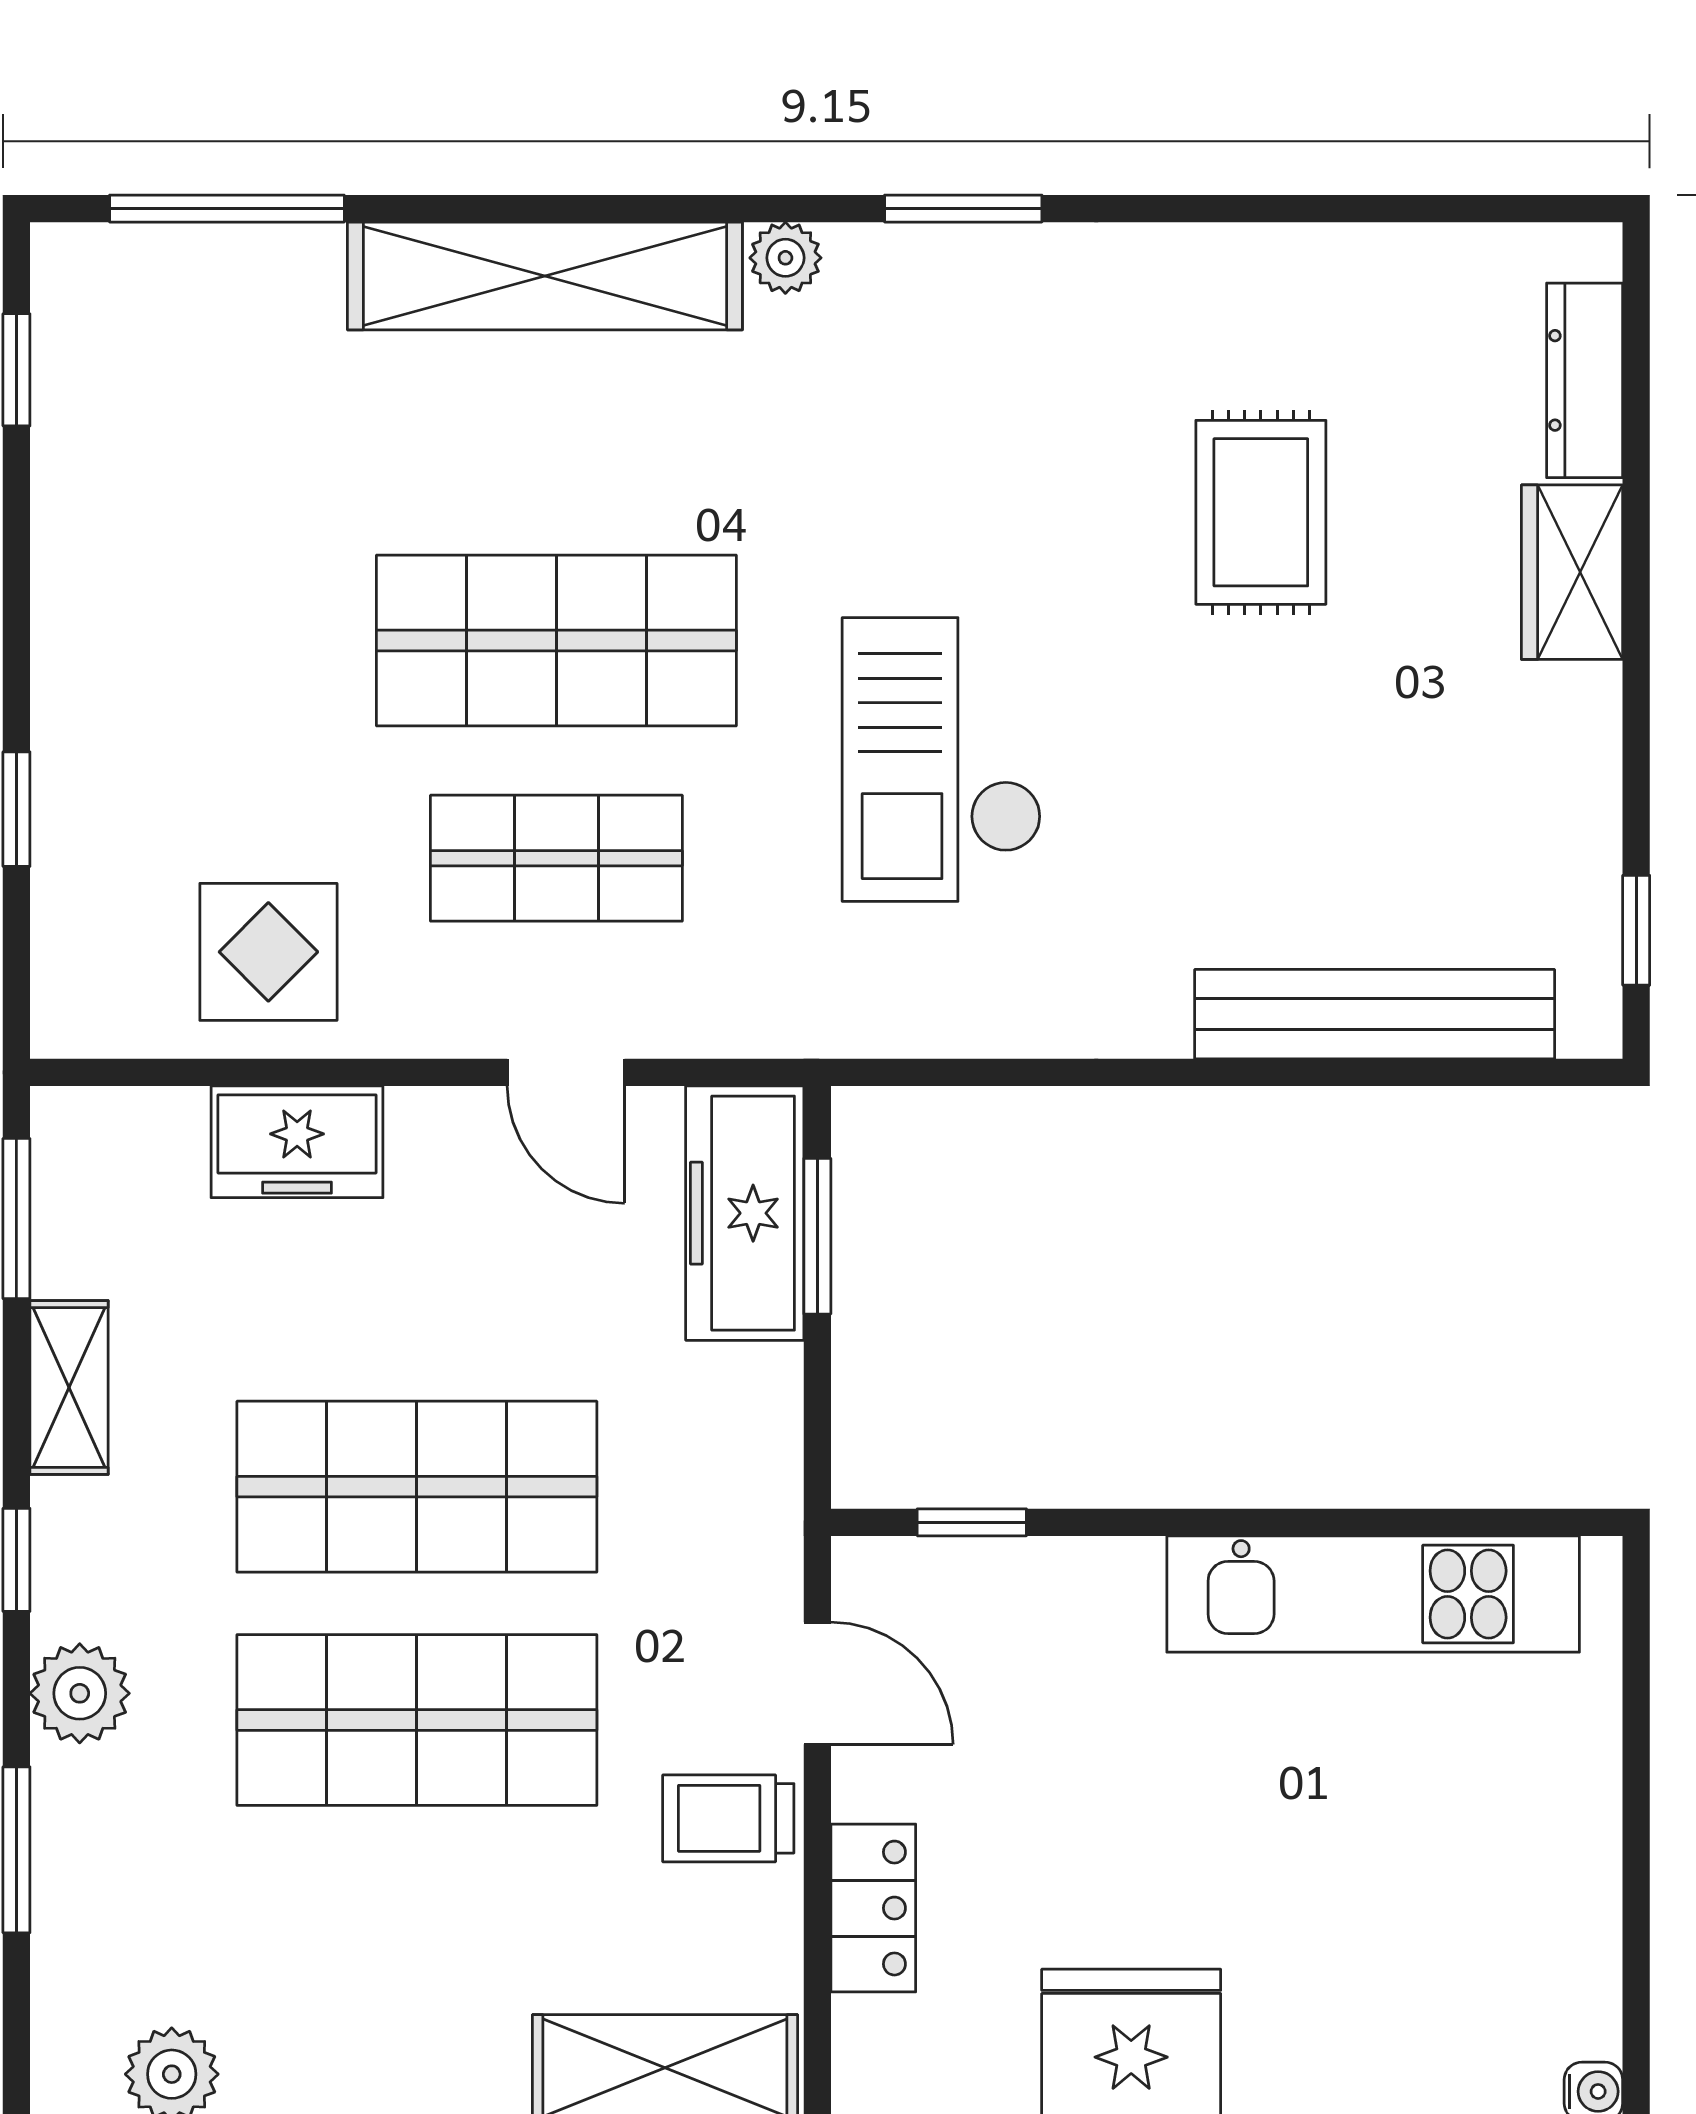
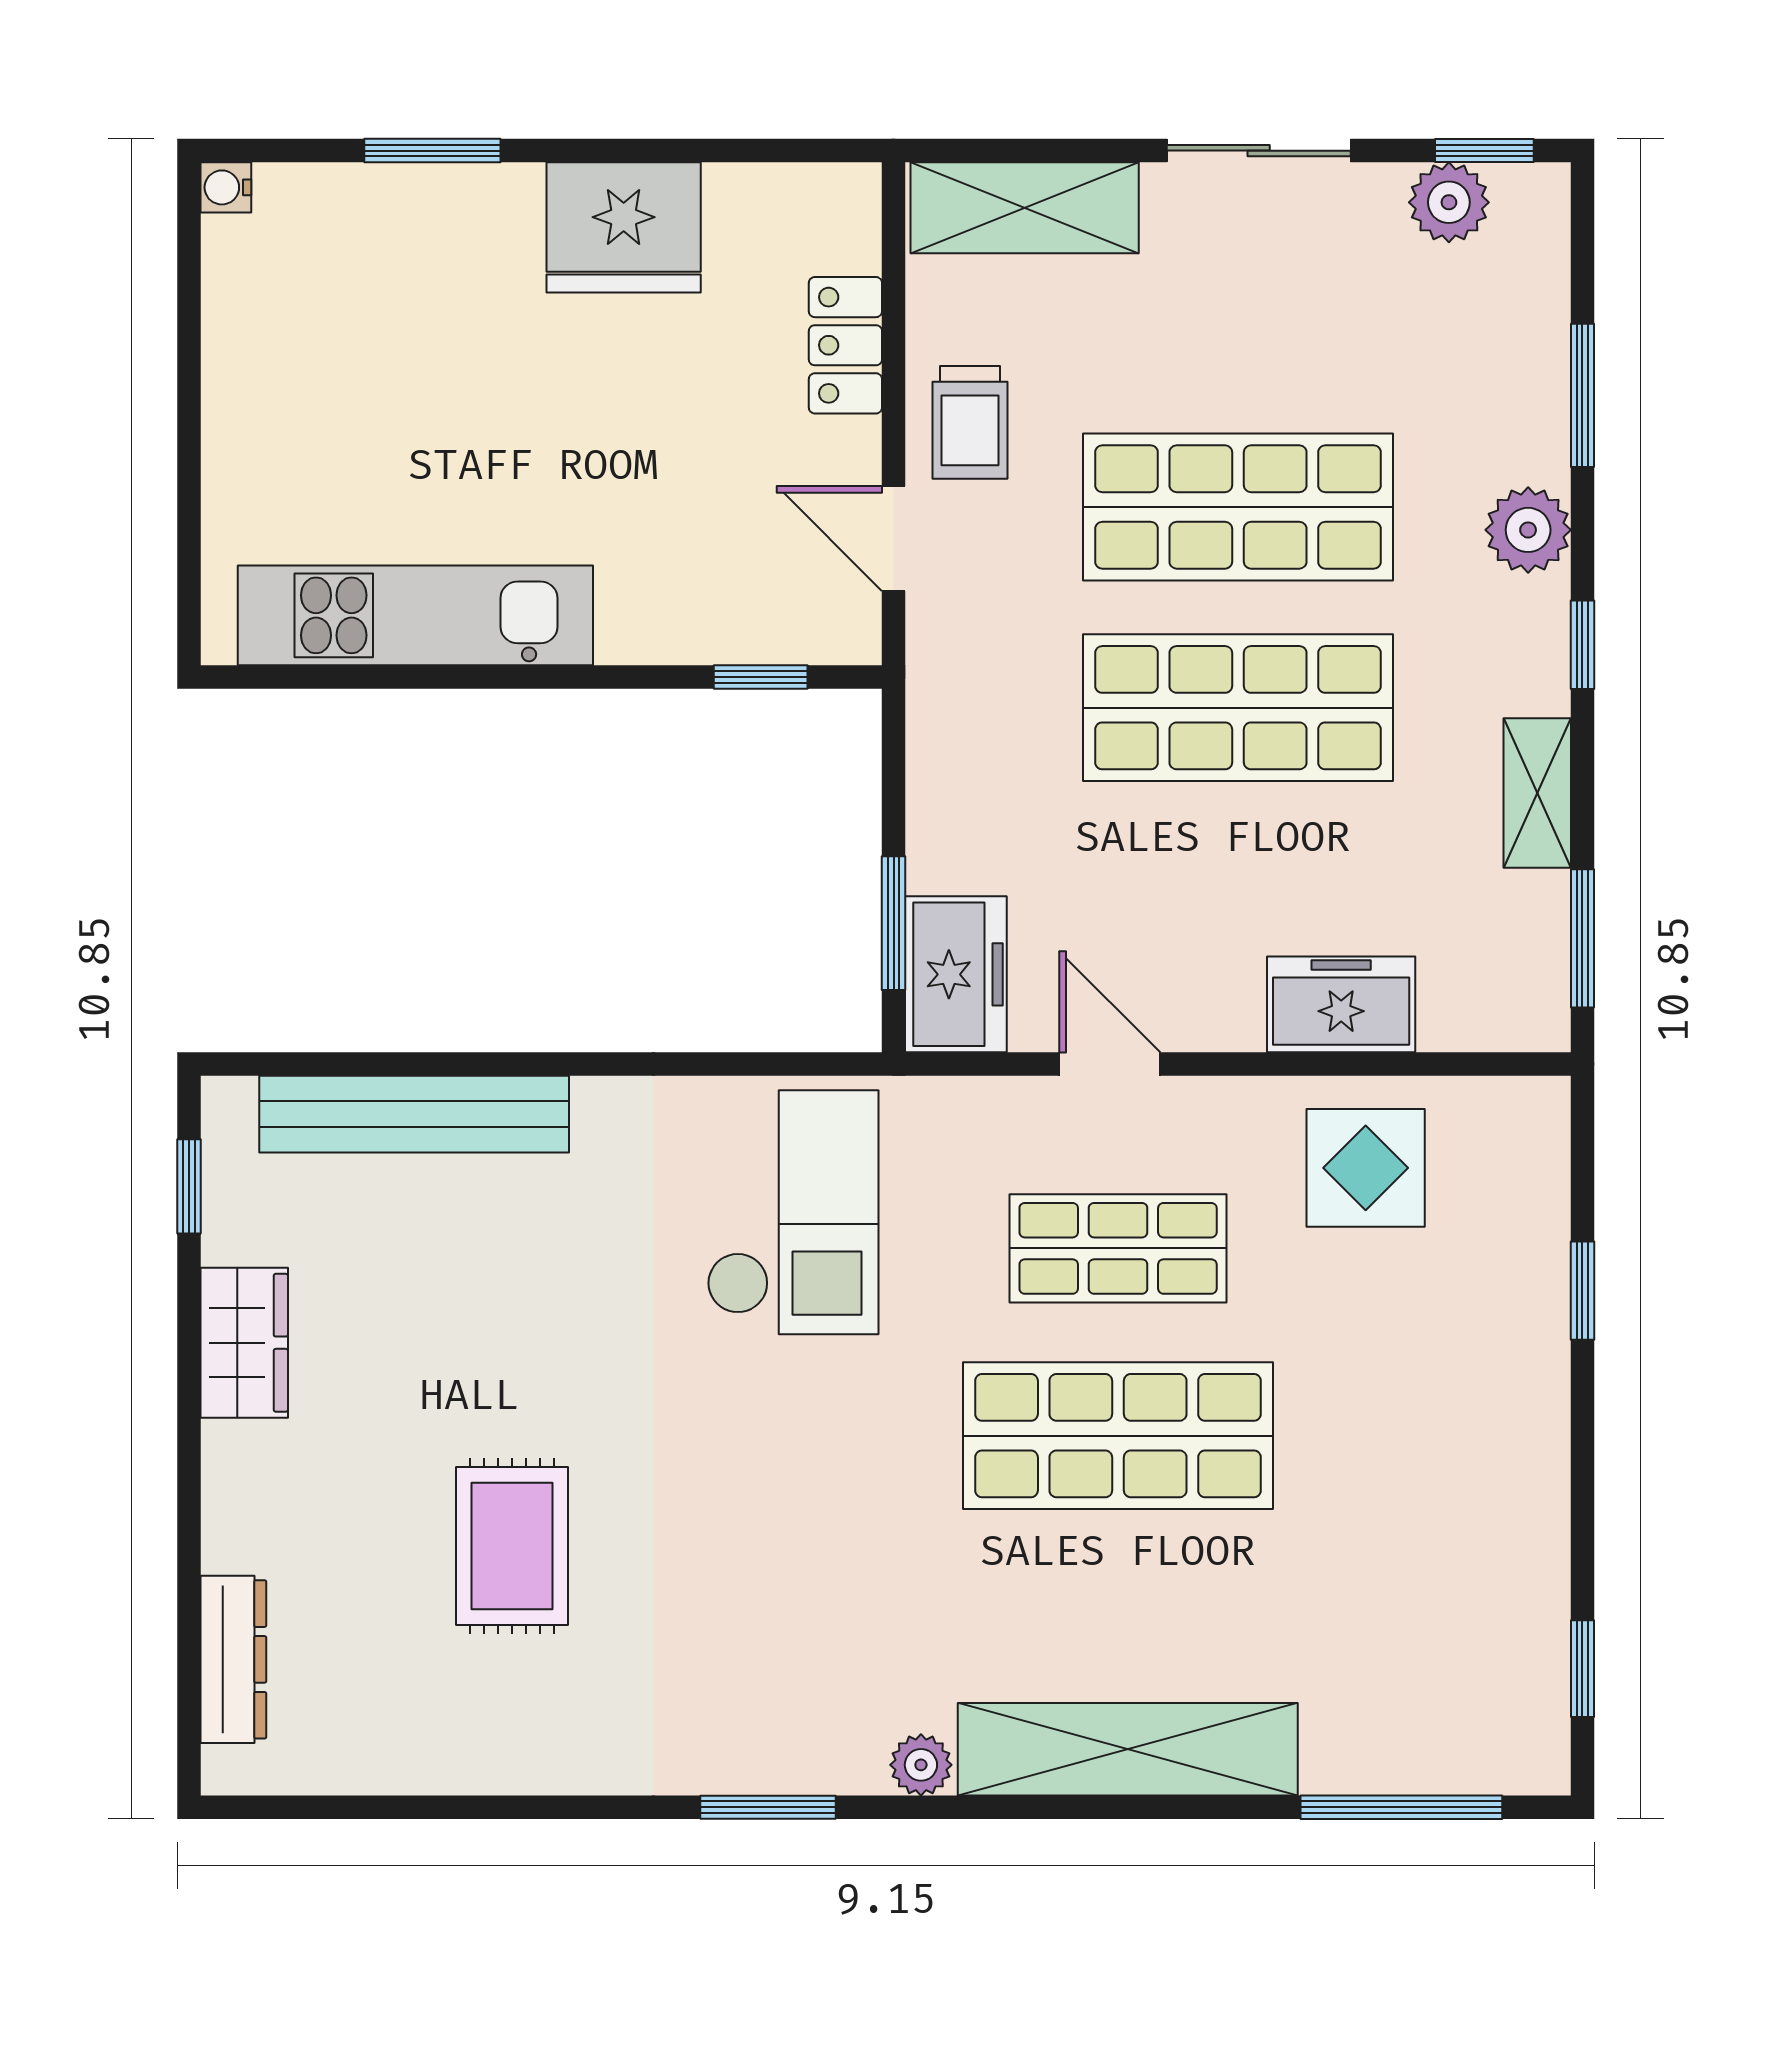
wardrobe: (1572, 572) -> (244, 1343), moved
checkout: (942, 760) -> (793, 1212), moved
freezer: (745, 1213) -> (956, 974), width x0.71
trolley: (728, 1818) -> (970, 422), turned 90

